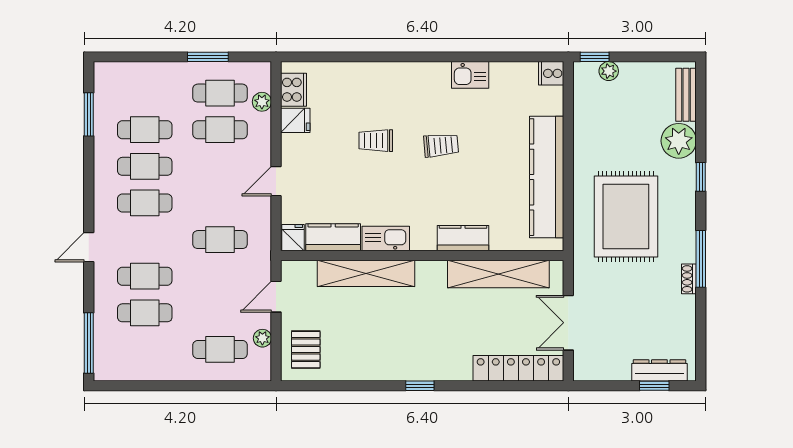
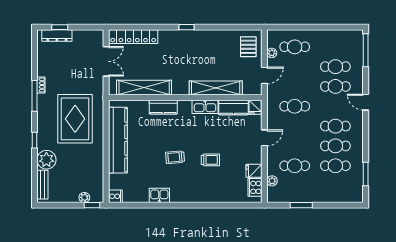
cafe table: (220, 93) -> (295, 186), removed
door: (89, 247) -> (366, 102), swing flipped

